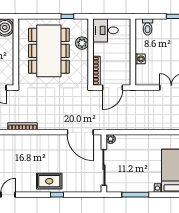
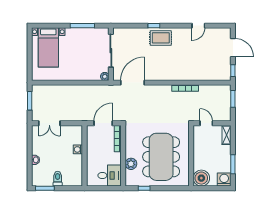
toilet: (148, 27) -> (58, 179), moved
door: (80, 132) -> (133, 83), hinge flipped

